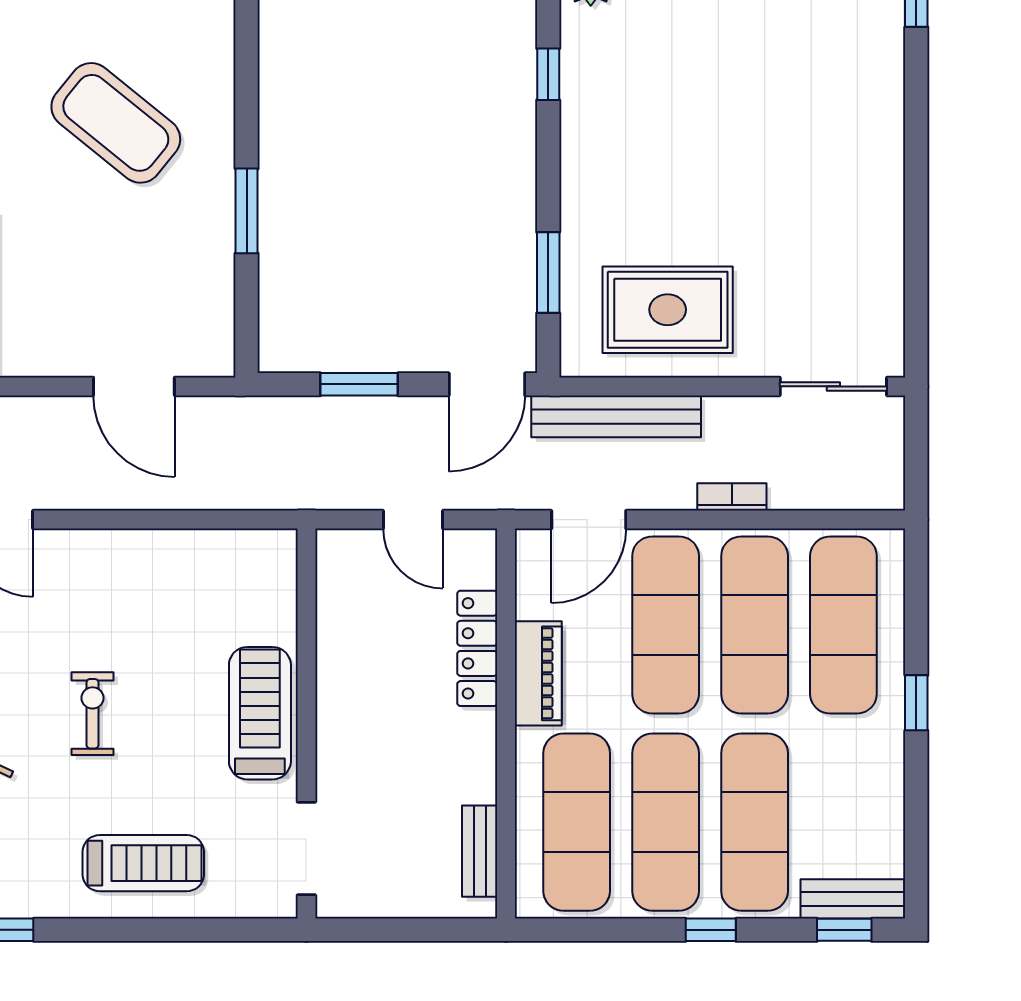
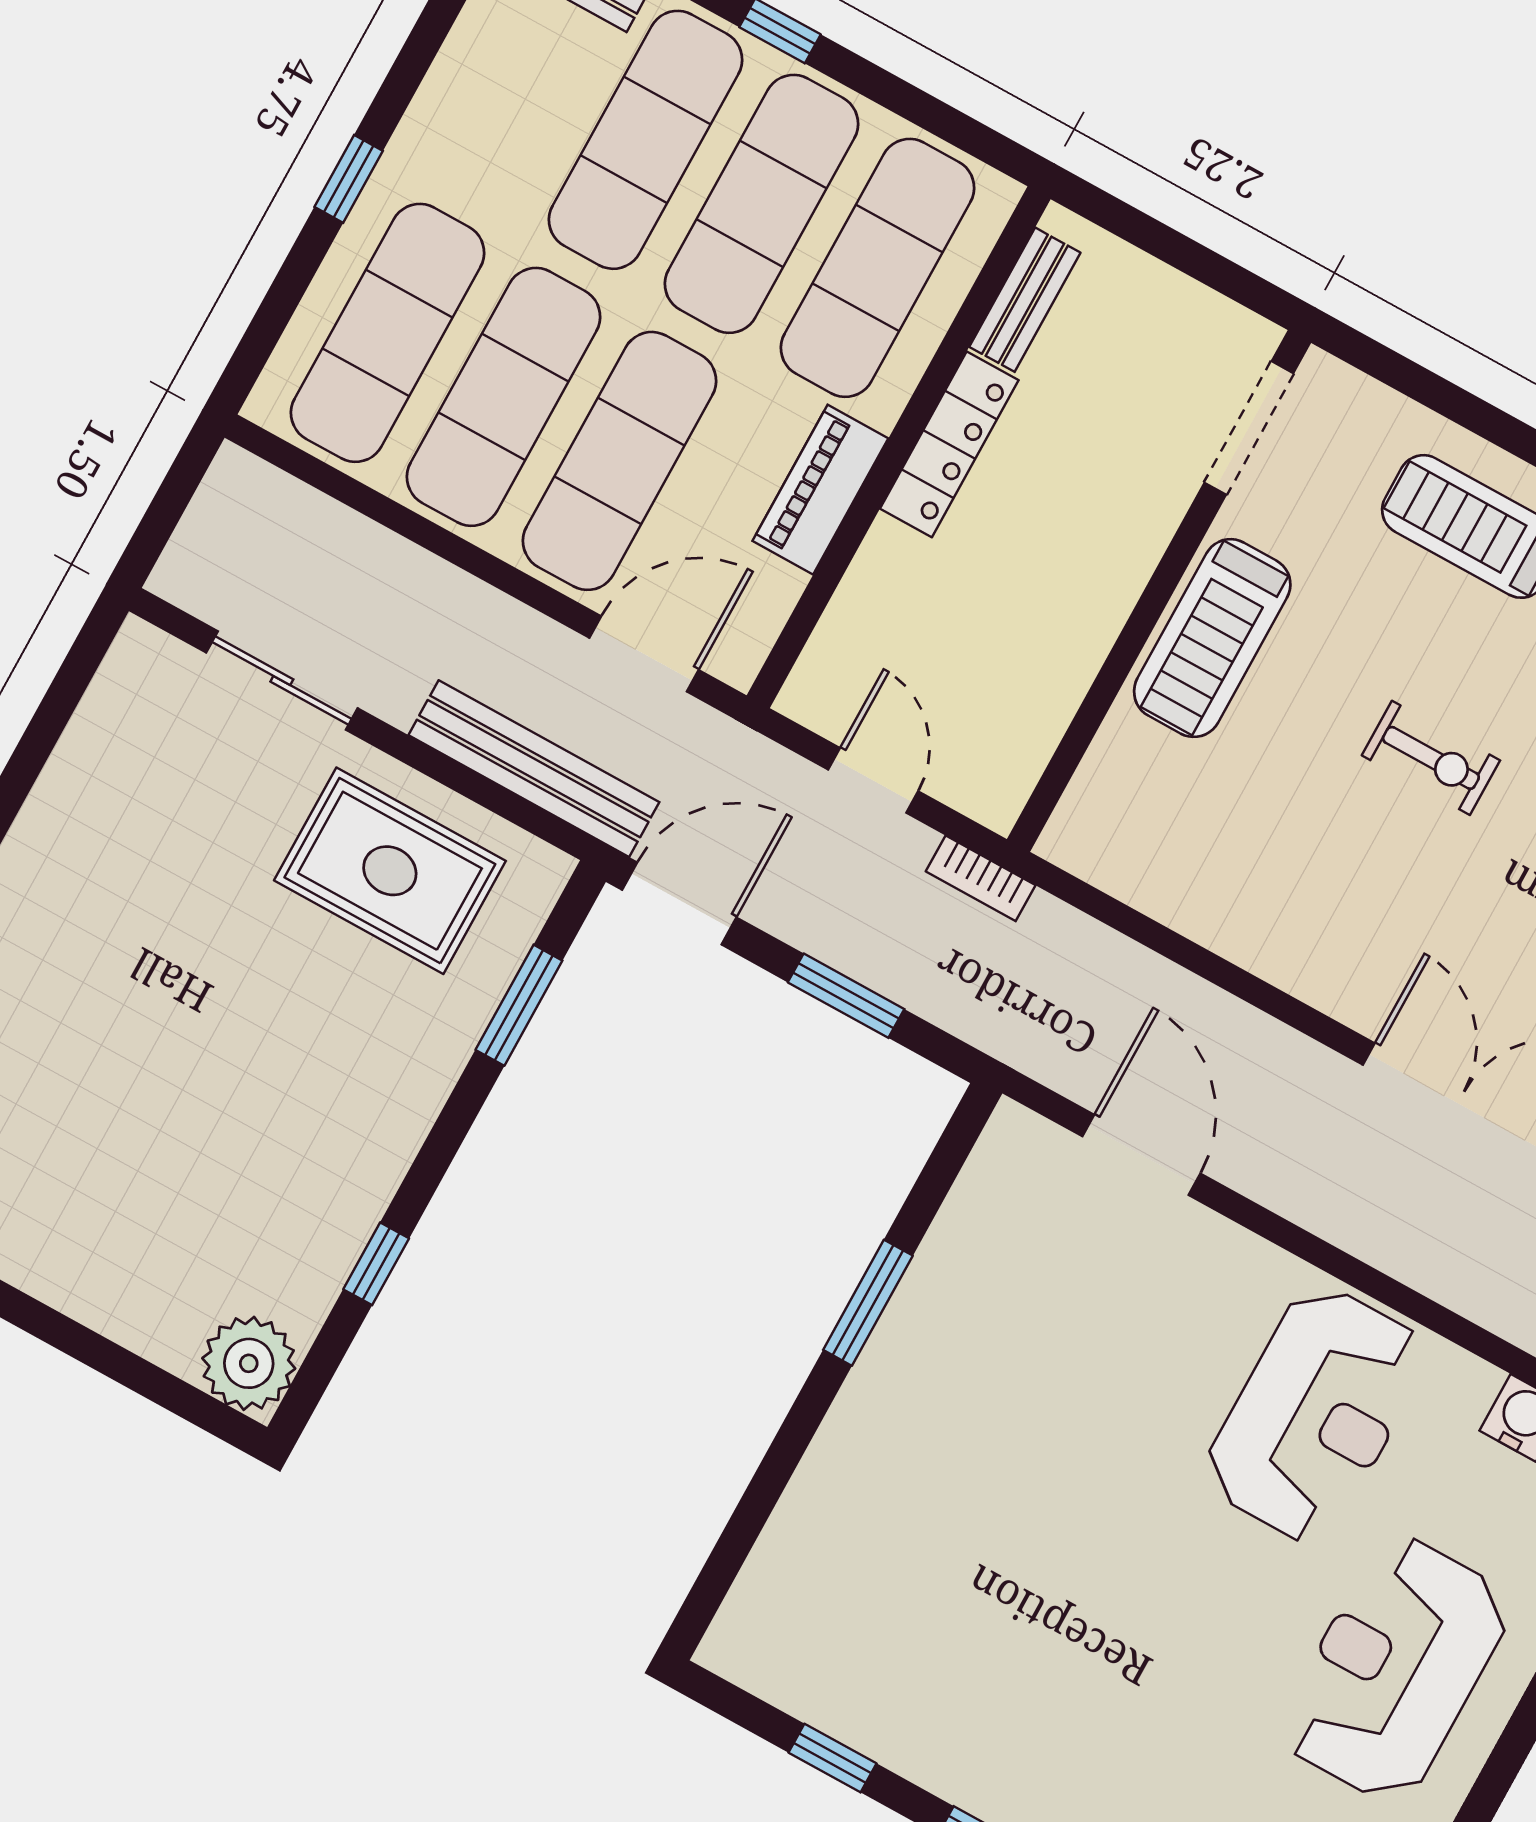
coffee table: (116, 123) -> (975, 1512), removed
sliding door: (833, 386) -> (282, 680), moved
bookcase: (732, 497) -> (981, 878), moved
locker: (477, 648) -> (949, 444), moved
exercise bike: (93, 714) -> (1431, 758), turned -90

